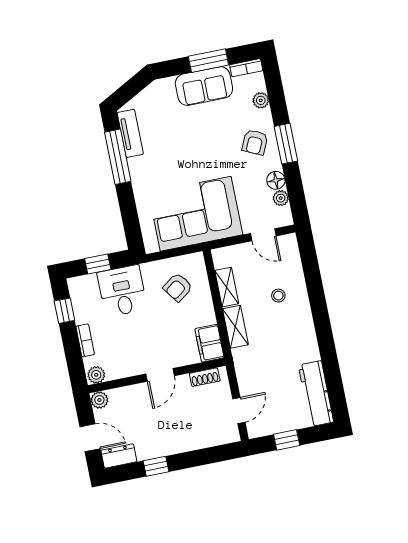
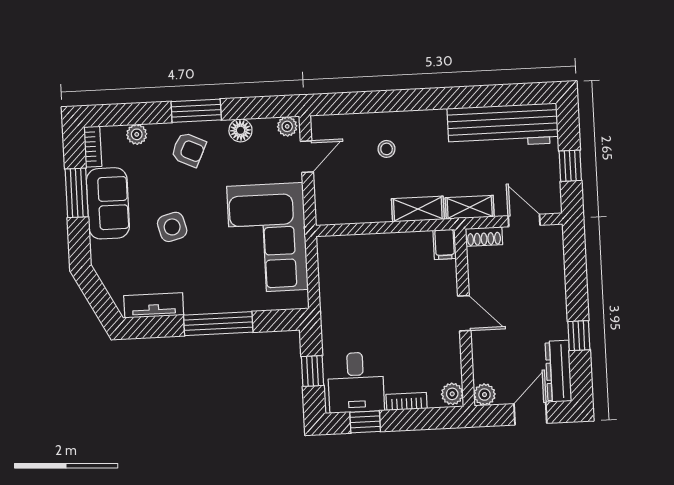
side table: (193, 139) -> (172, 227), added
window: (118, 157) -> (218, 324), moved
plant: (281, 198) -> (287, 126), moved
armchair: (178, 287) -> (357, 274), removed
shelving: (227, 287) -> (470, 207), moved
desk: (122, 291) -> (356, 382), moved, turned -90
filing cabinet: (209, 343) -> (445, 244), width x0.50
shoe rack: (205, 377) -> (484, 237), moved, turned 90
workbench: (316, 394) -> (503, 126), width x1.36, depth x1.32
dresser: (119, 456) -> (558, 371), width x1.44

